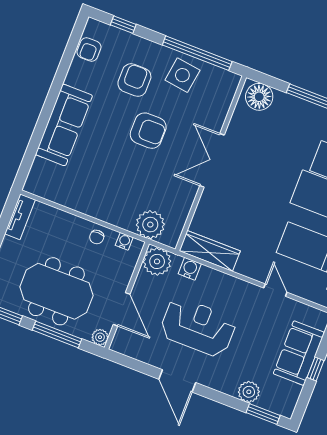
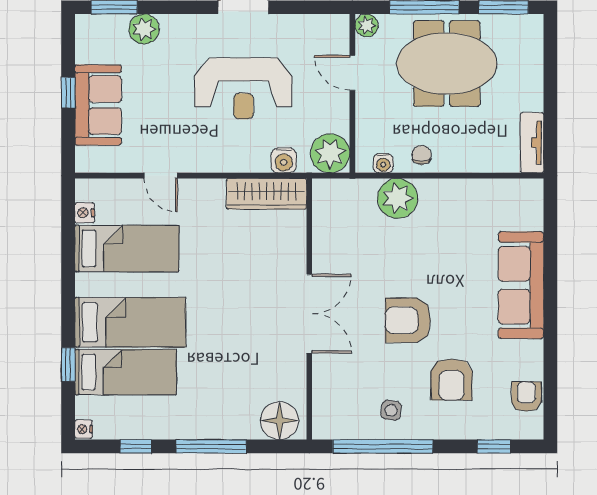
side table: (182, 75) -> (391, 410), width x0.54, depth x0.54
plant: (150, 225) -> (398, 198), moved
door: (122, 309) -> (352, 73), width x0.73

